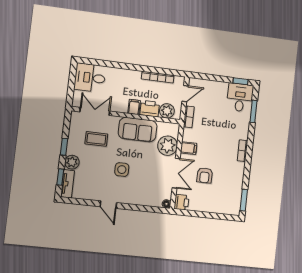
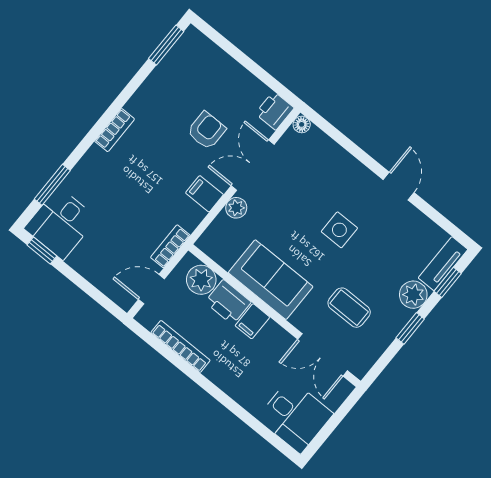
plant: (168, 146) -> (236, 208), width x0.53, depth x0.53

